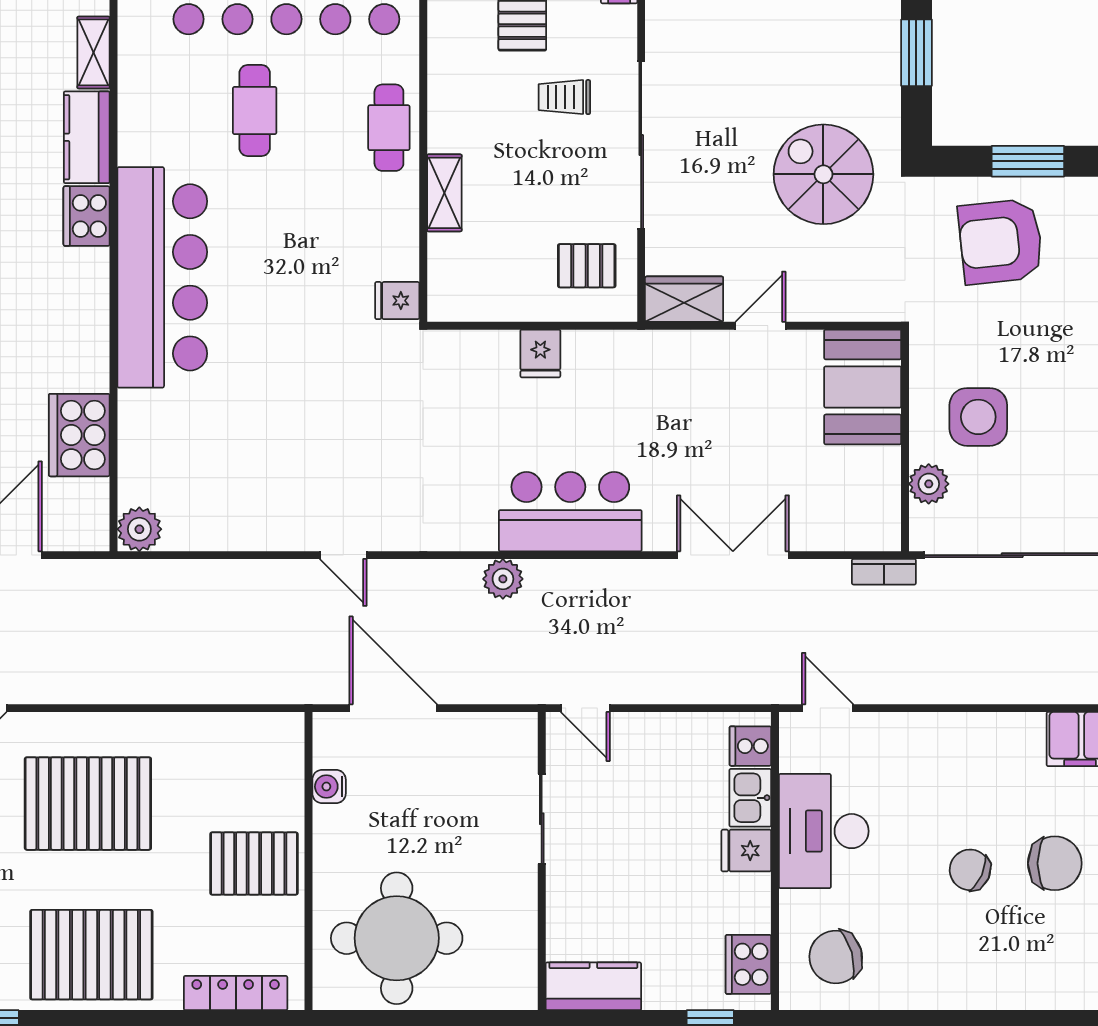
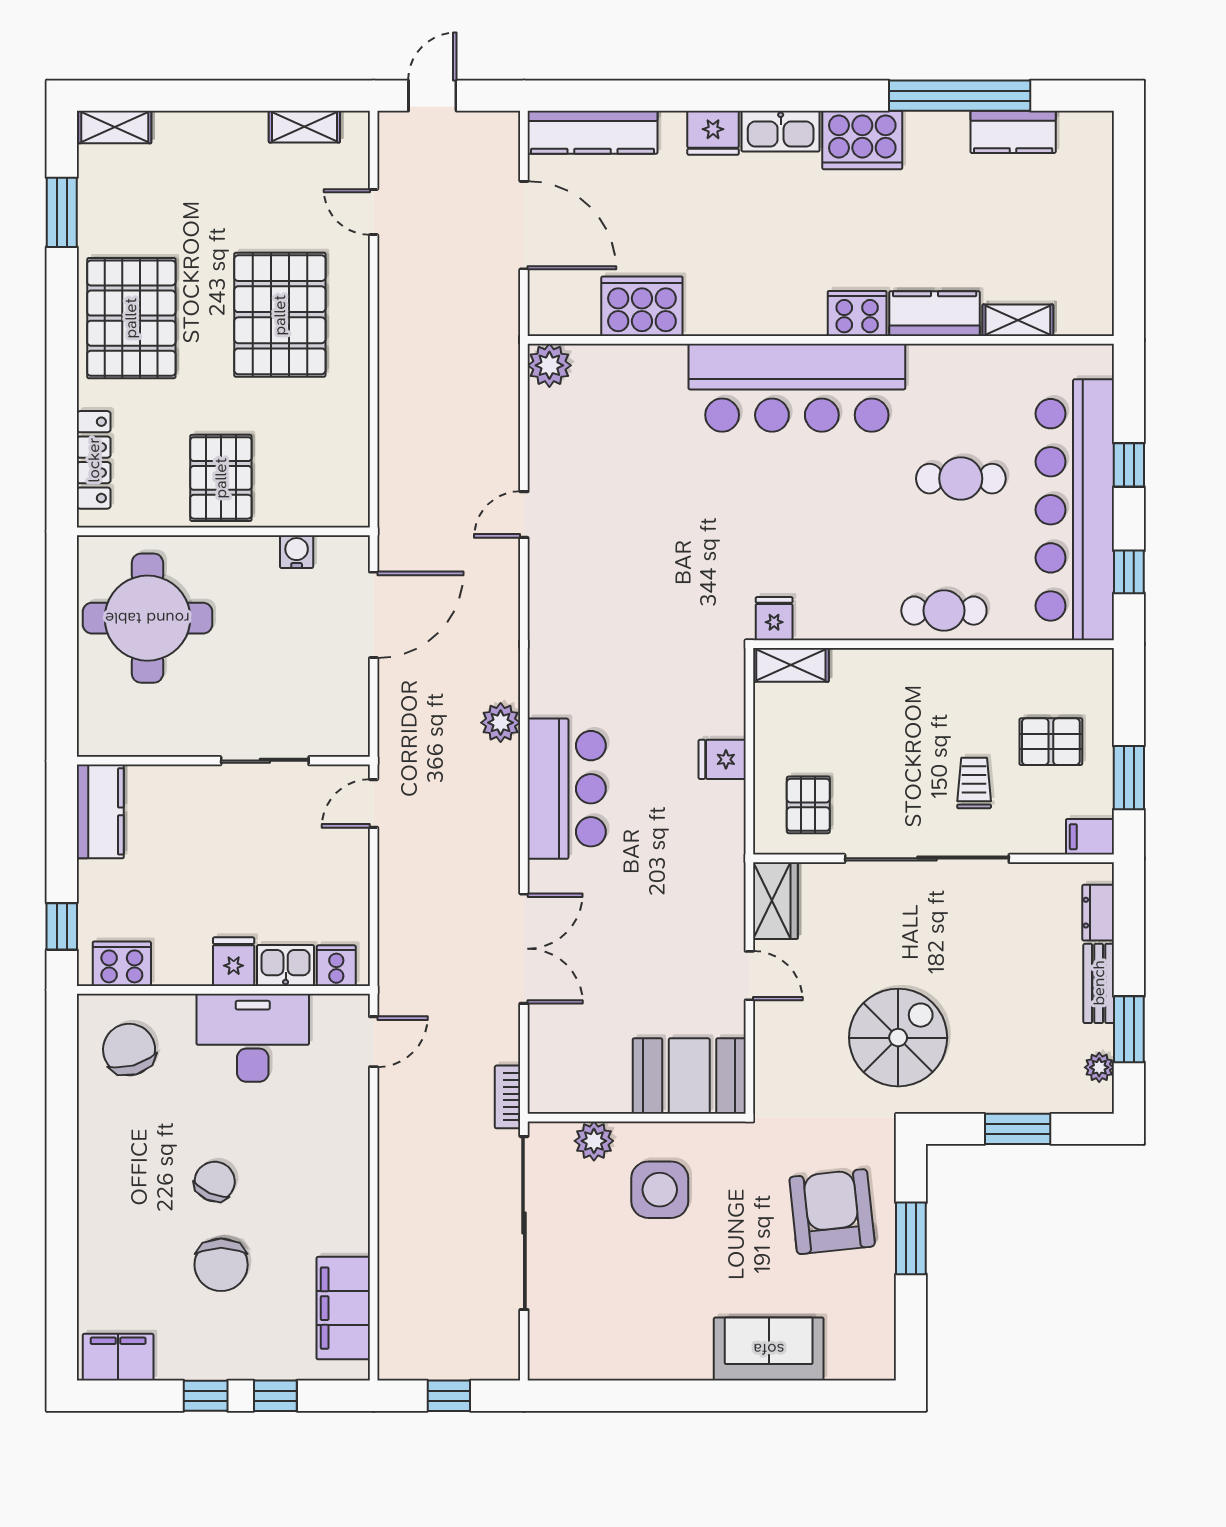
shelving: (444, 193) -> (791, 665), moved
door: (343, 555) -> (524, 515), moved

